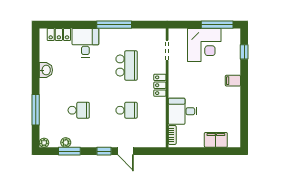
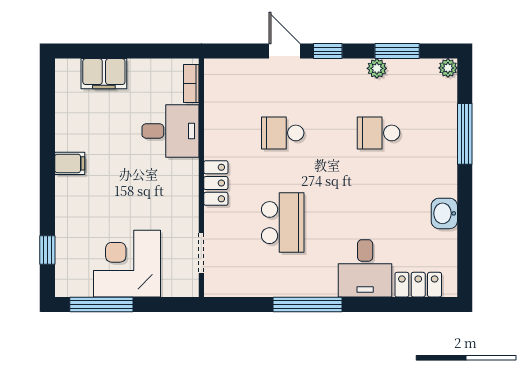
school desk: (127, 65) -> (283, 223), turned 180
filing cabinet: (233, 81) -> (70, 163), moved
plant: (66, 142) -> (377, 68), moved

